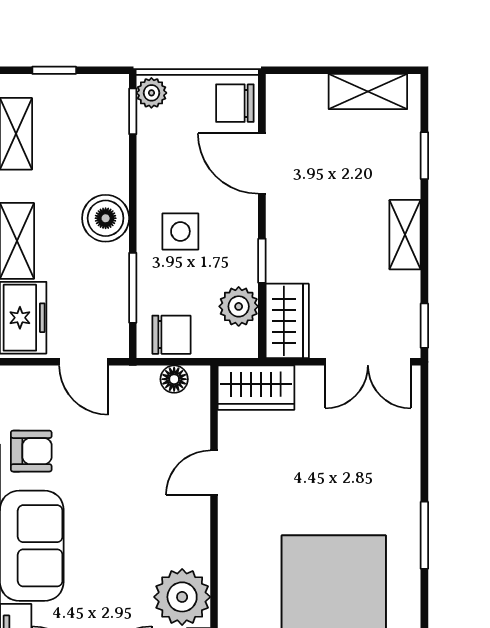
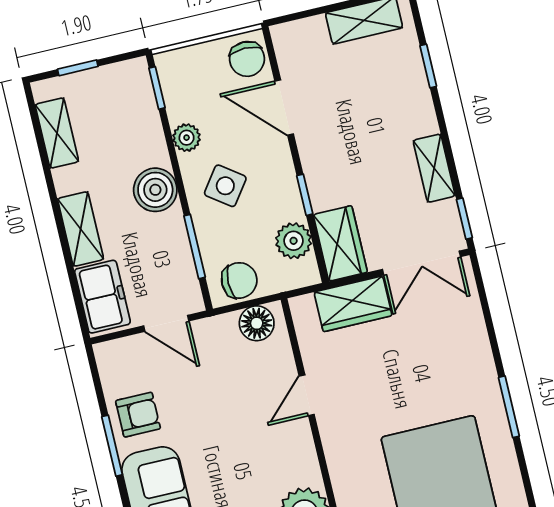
plant: (151, 93) -> (187, 138), moved
chair: (235, 103) -> (247, 59), turned -90
side table: (180, 231) -> (225, 186), turned 36
shelving: (405, 235) -> (434, 168), moved
floor lamp: (174, 379) -> (257, 323), width x1.37, depth x1.37
wardrobe: (256, 388) -> (353, 304), moved

